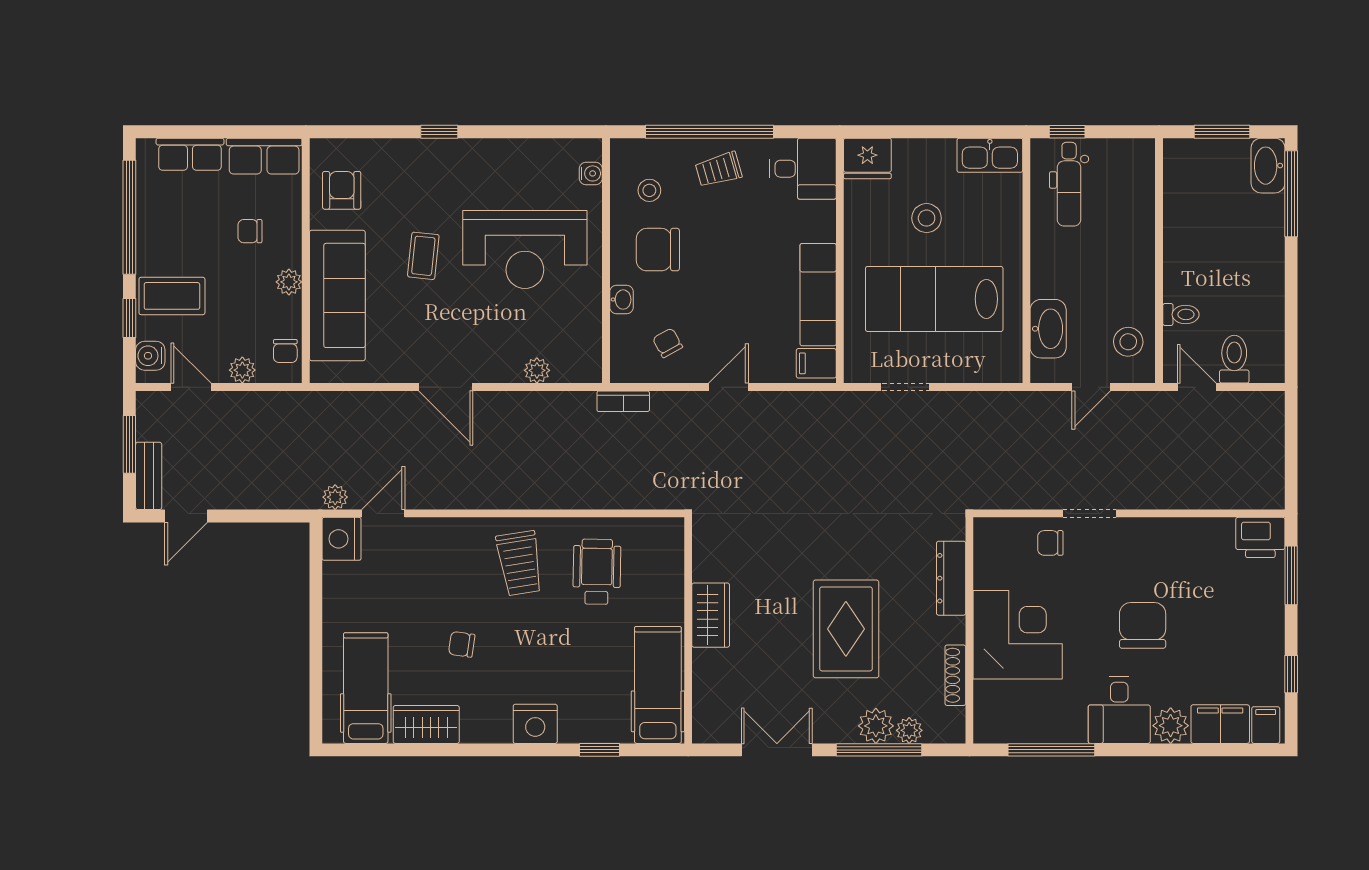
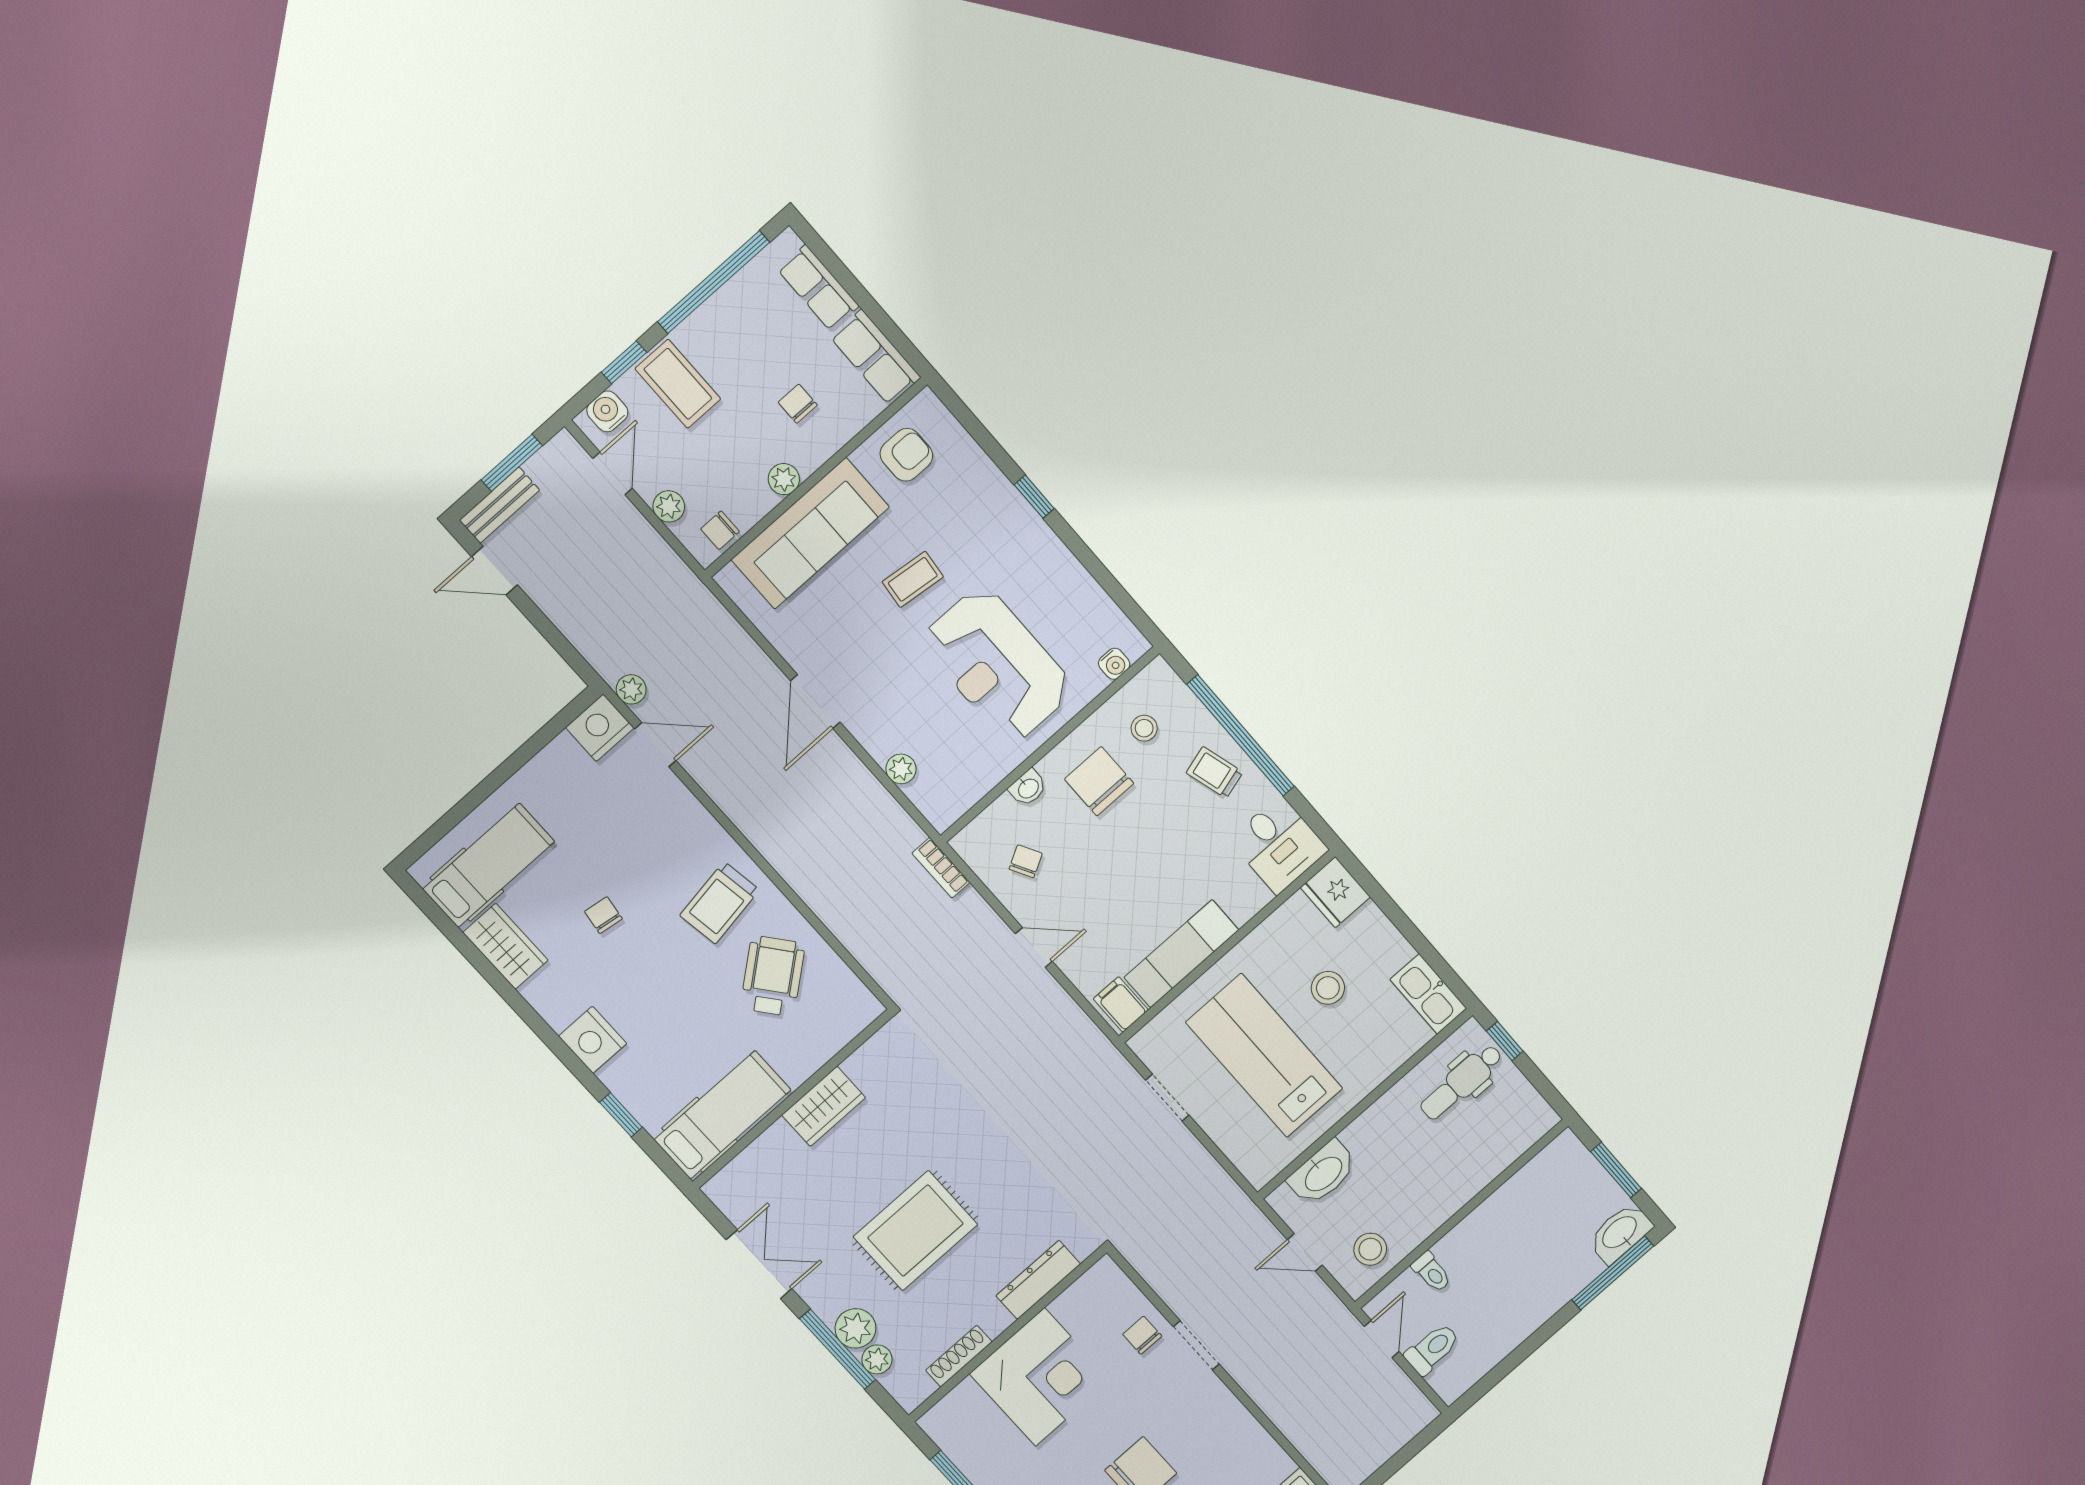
wheelchair: (597, 572) -> (773, 976), turned -40

